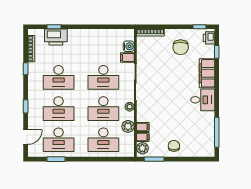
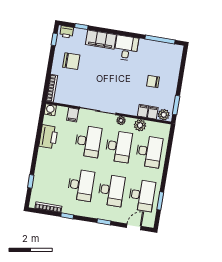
printer: (56, 37) -> (48, 137), moved
water cooler: (129, 46) -> (50, 110), moved
door: (26, 137) -> (134, 227), hinge flipped
chair: (174, 146) -> (153, 82), moved

